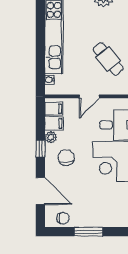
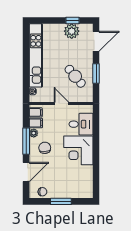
door: (89, 96) -> (61, 104), swing flipped
window: (40, 148) -> (26, 141), width x2.17
door: (40, 191) -> (26, 172), hinge flipped

